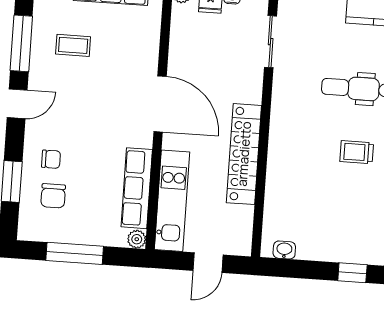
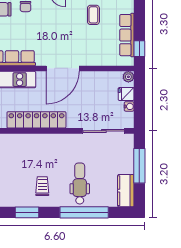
sliding door: (271, 42) -> (104, 131), width x1.37

